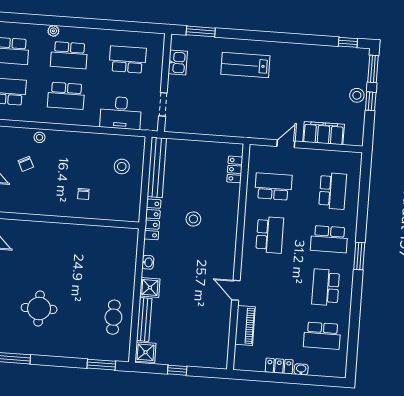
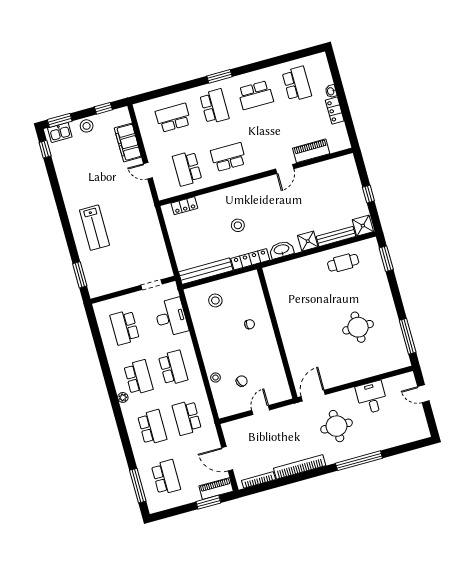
kitchen sink: (178, 63) -> (60, 132), moved, turned 180
window: (371, 101) -> (103, 108), moved
washbasin: (148, 262) -> (282, 250), width x1.91, depth x1.45

